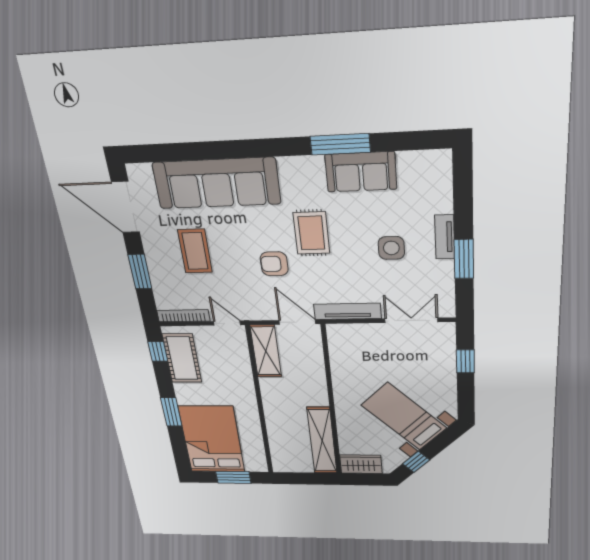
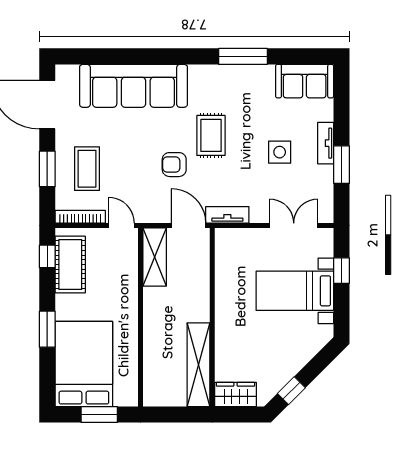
sofa: (361, 172) -> (305, 81), moved
coffee table: (195, 251) -> (87, 169), moved
tv unit: (347, 311) -> (227, 215), width x0.71
bed with nightstands: (404, 416) -> (295, 291), moved, turned -45

